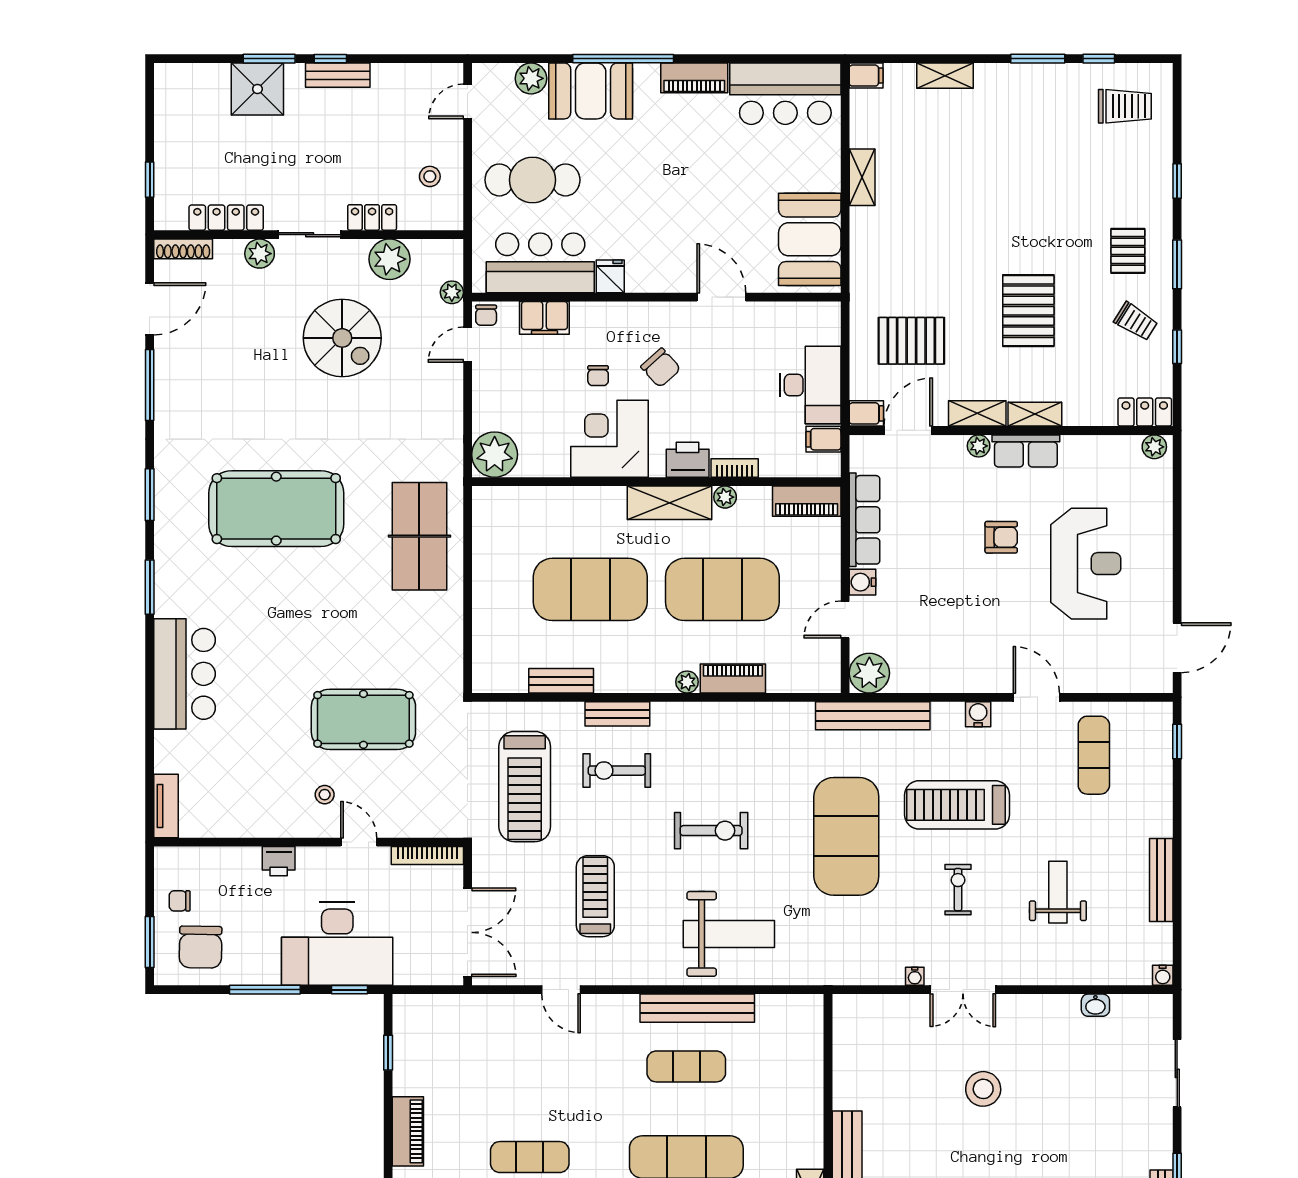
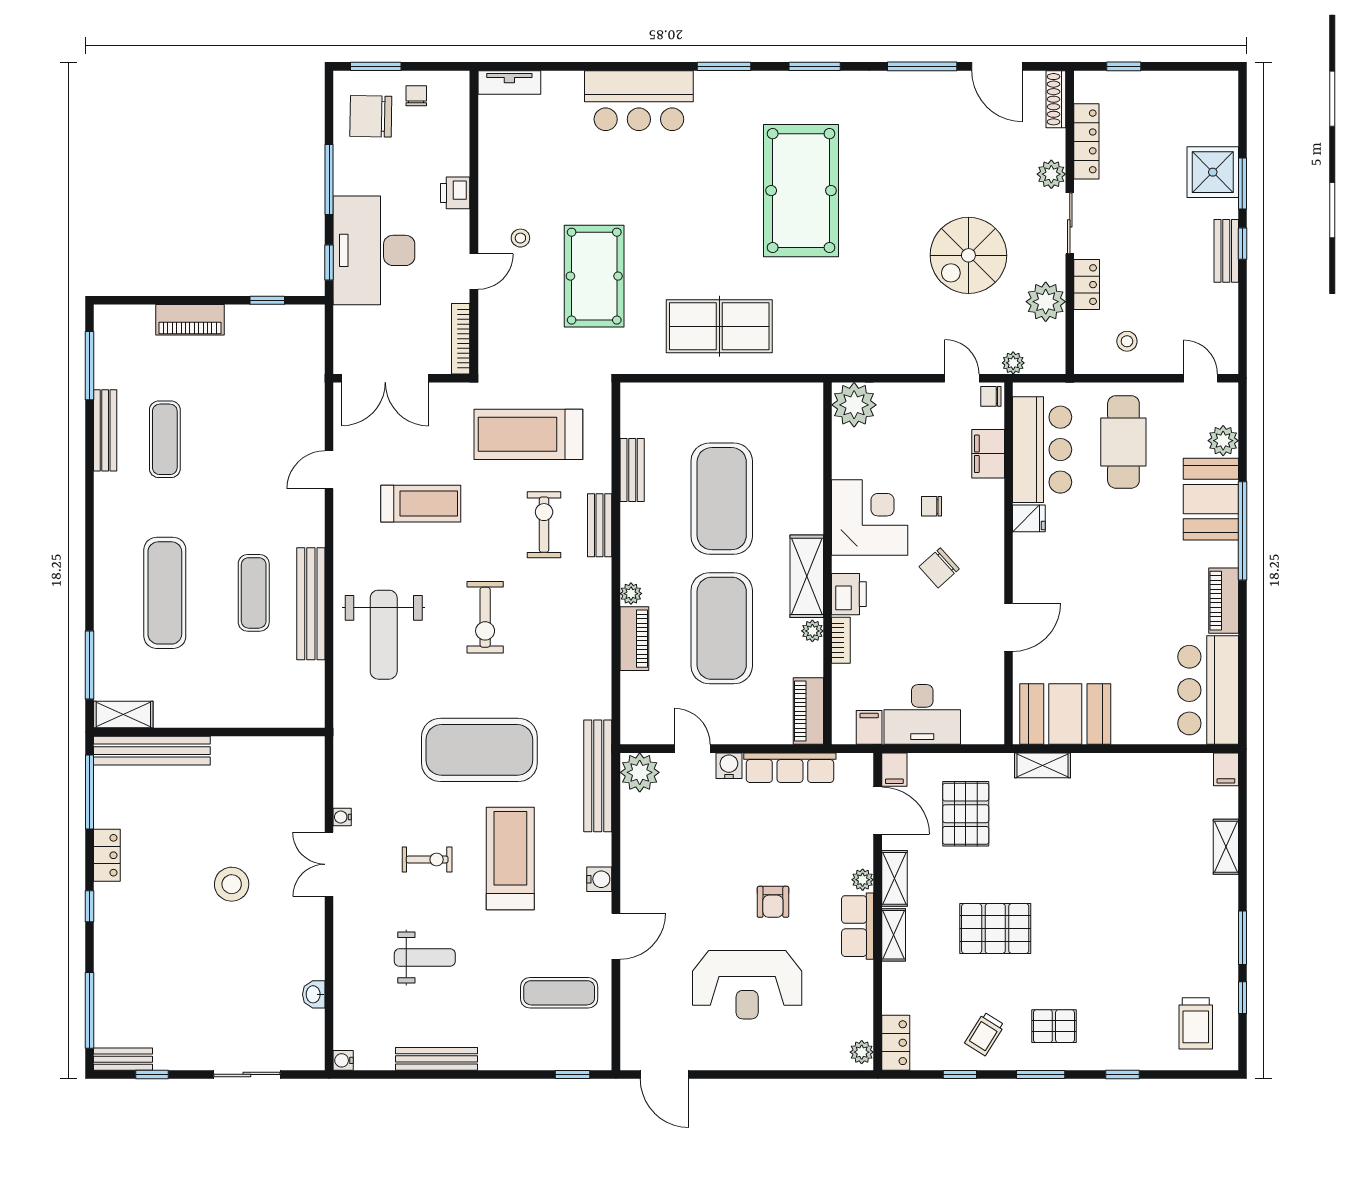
shelving: (862, 177) -> (1043, 765), moved
table tennis table: (419, 536) -> (719, 326), moved

